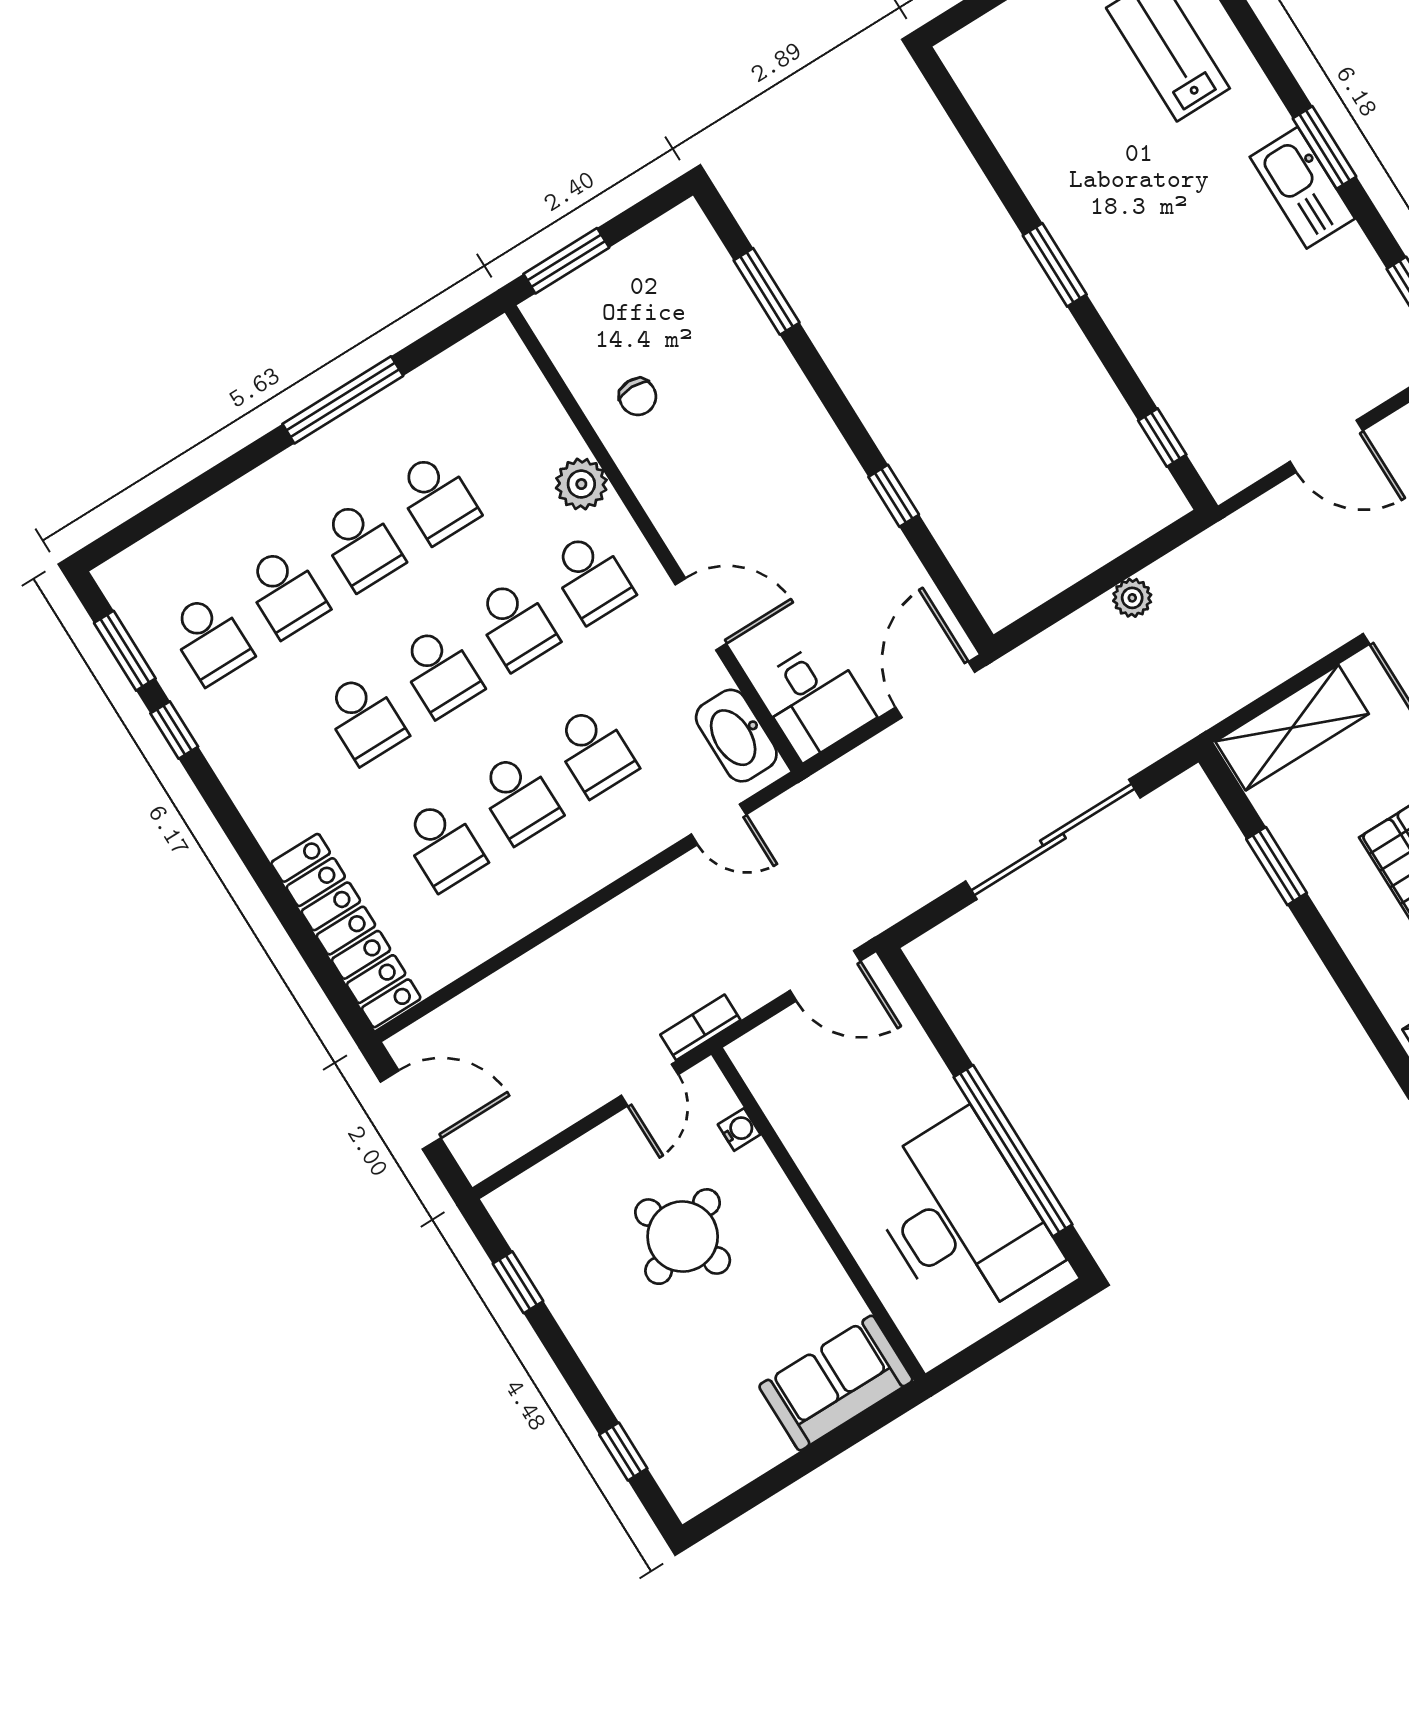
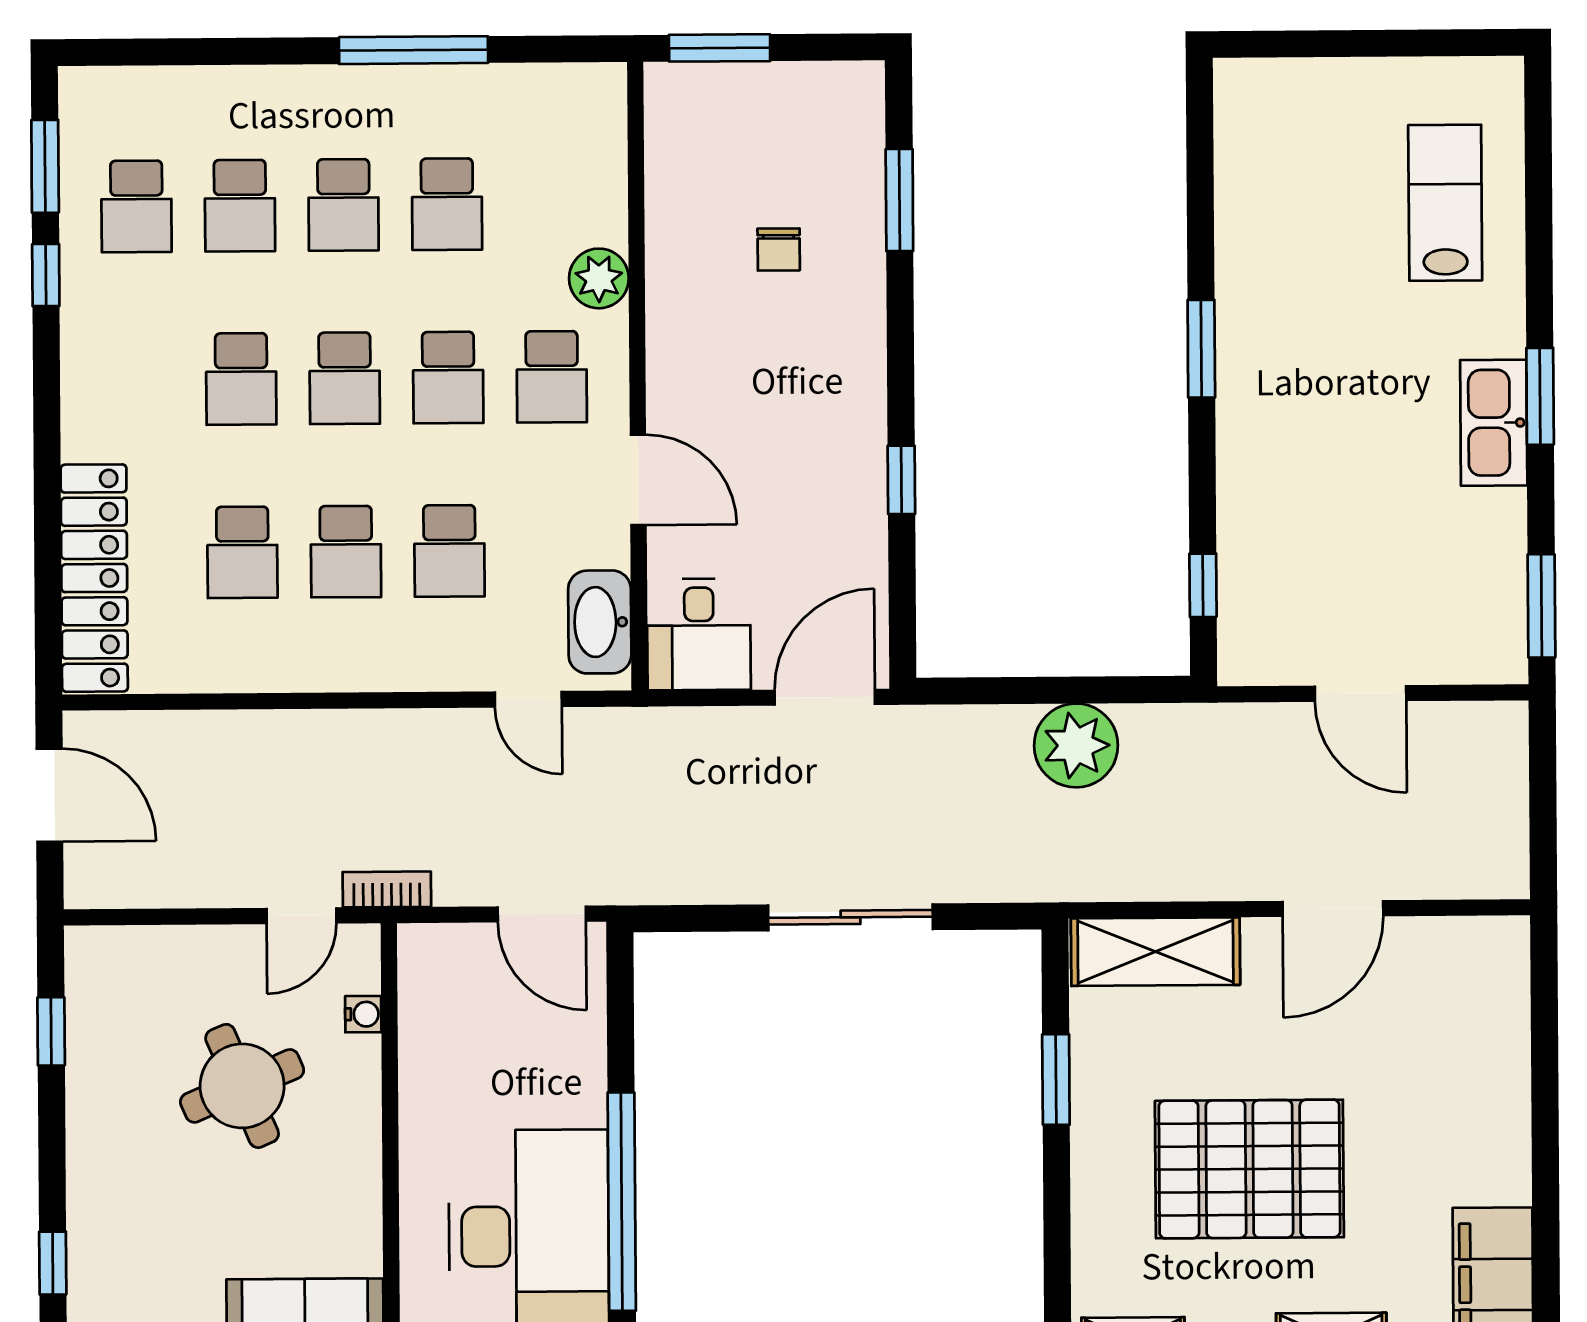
chair: (638, 397) -> (779, 249), moved
plant: (1132, 598) -> (1076, 745), width x1.88, depth x1.88
sliding door: (1053, 839) -> (850, 917), width x0.73

